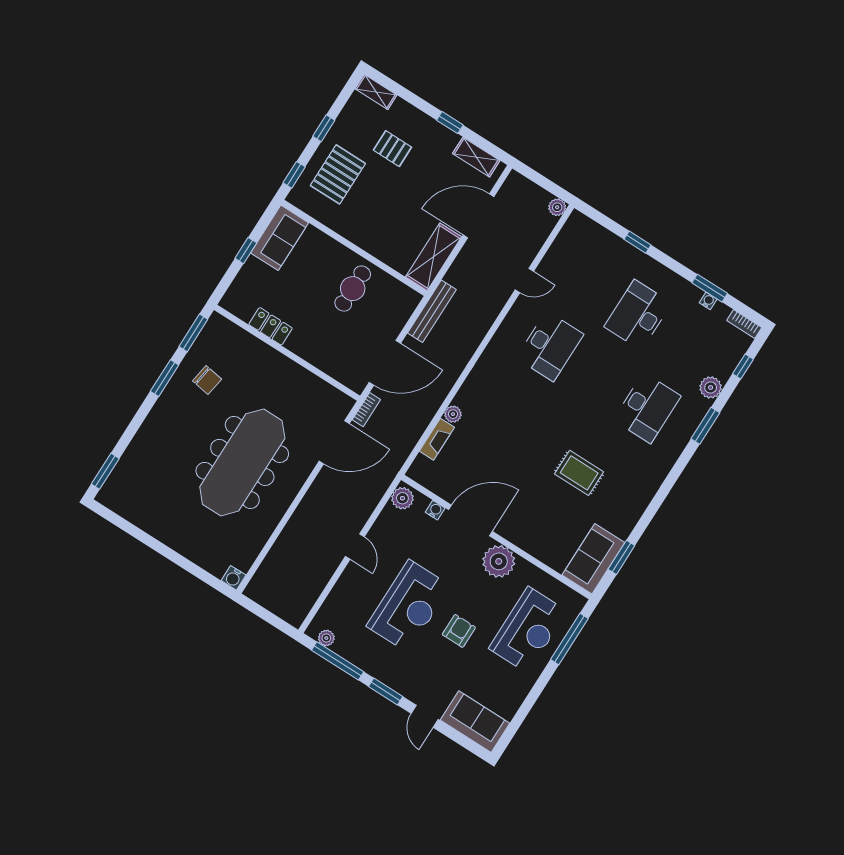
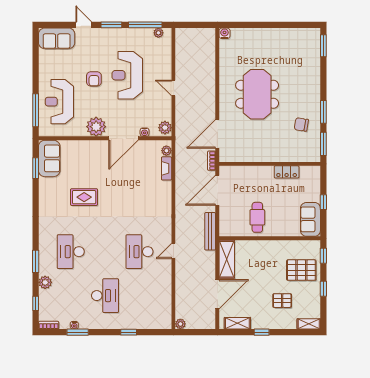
pallet: (338, 174) -> (301, 270), turned 90
door: (524, 281) -> (173, 251), moved
plant: (453, 414) -> (166, 151), moved
meeting table: (242, 462) -> (257, 94), width x0.73

